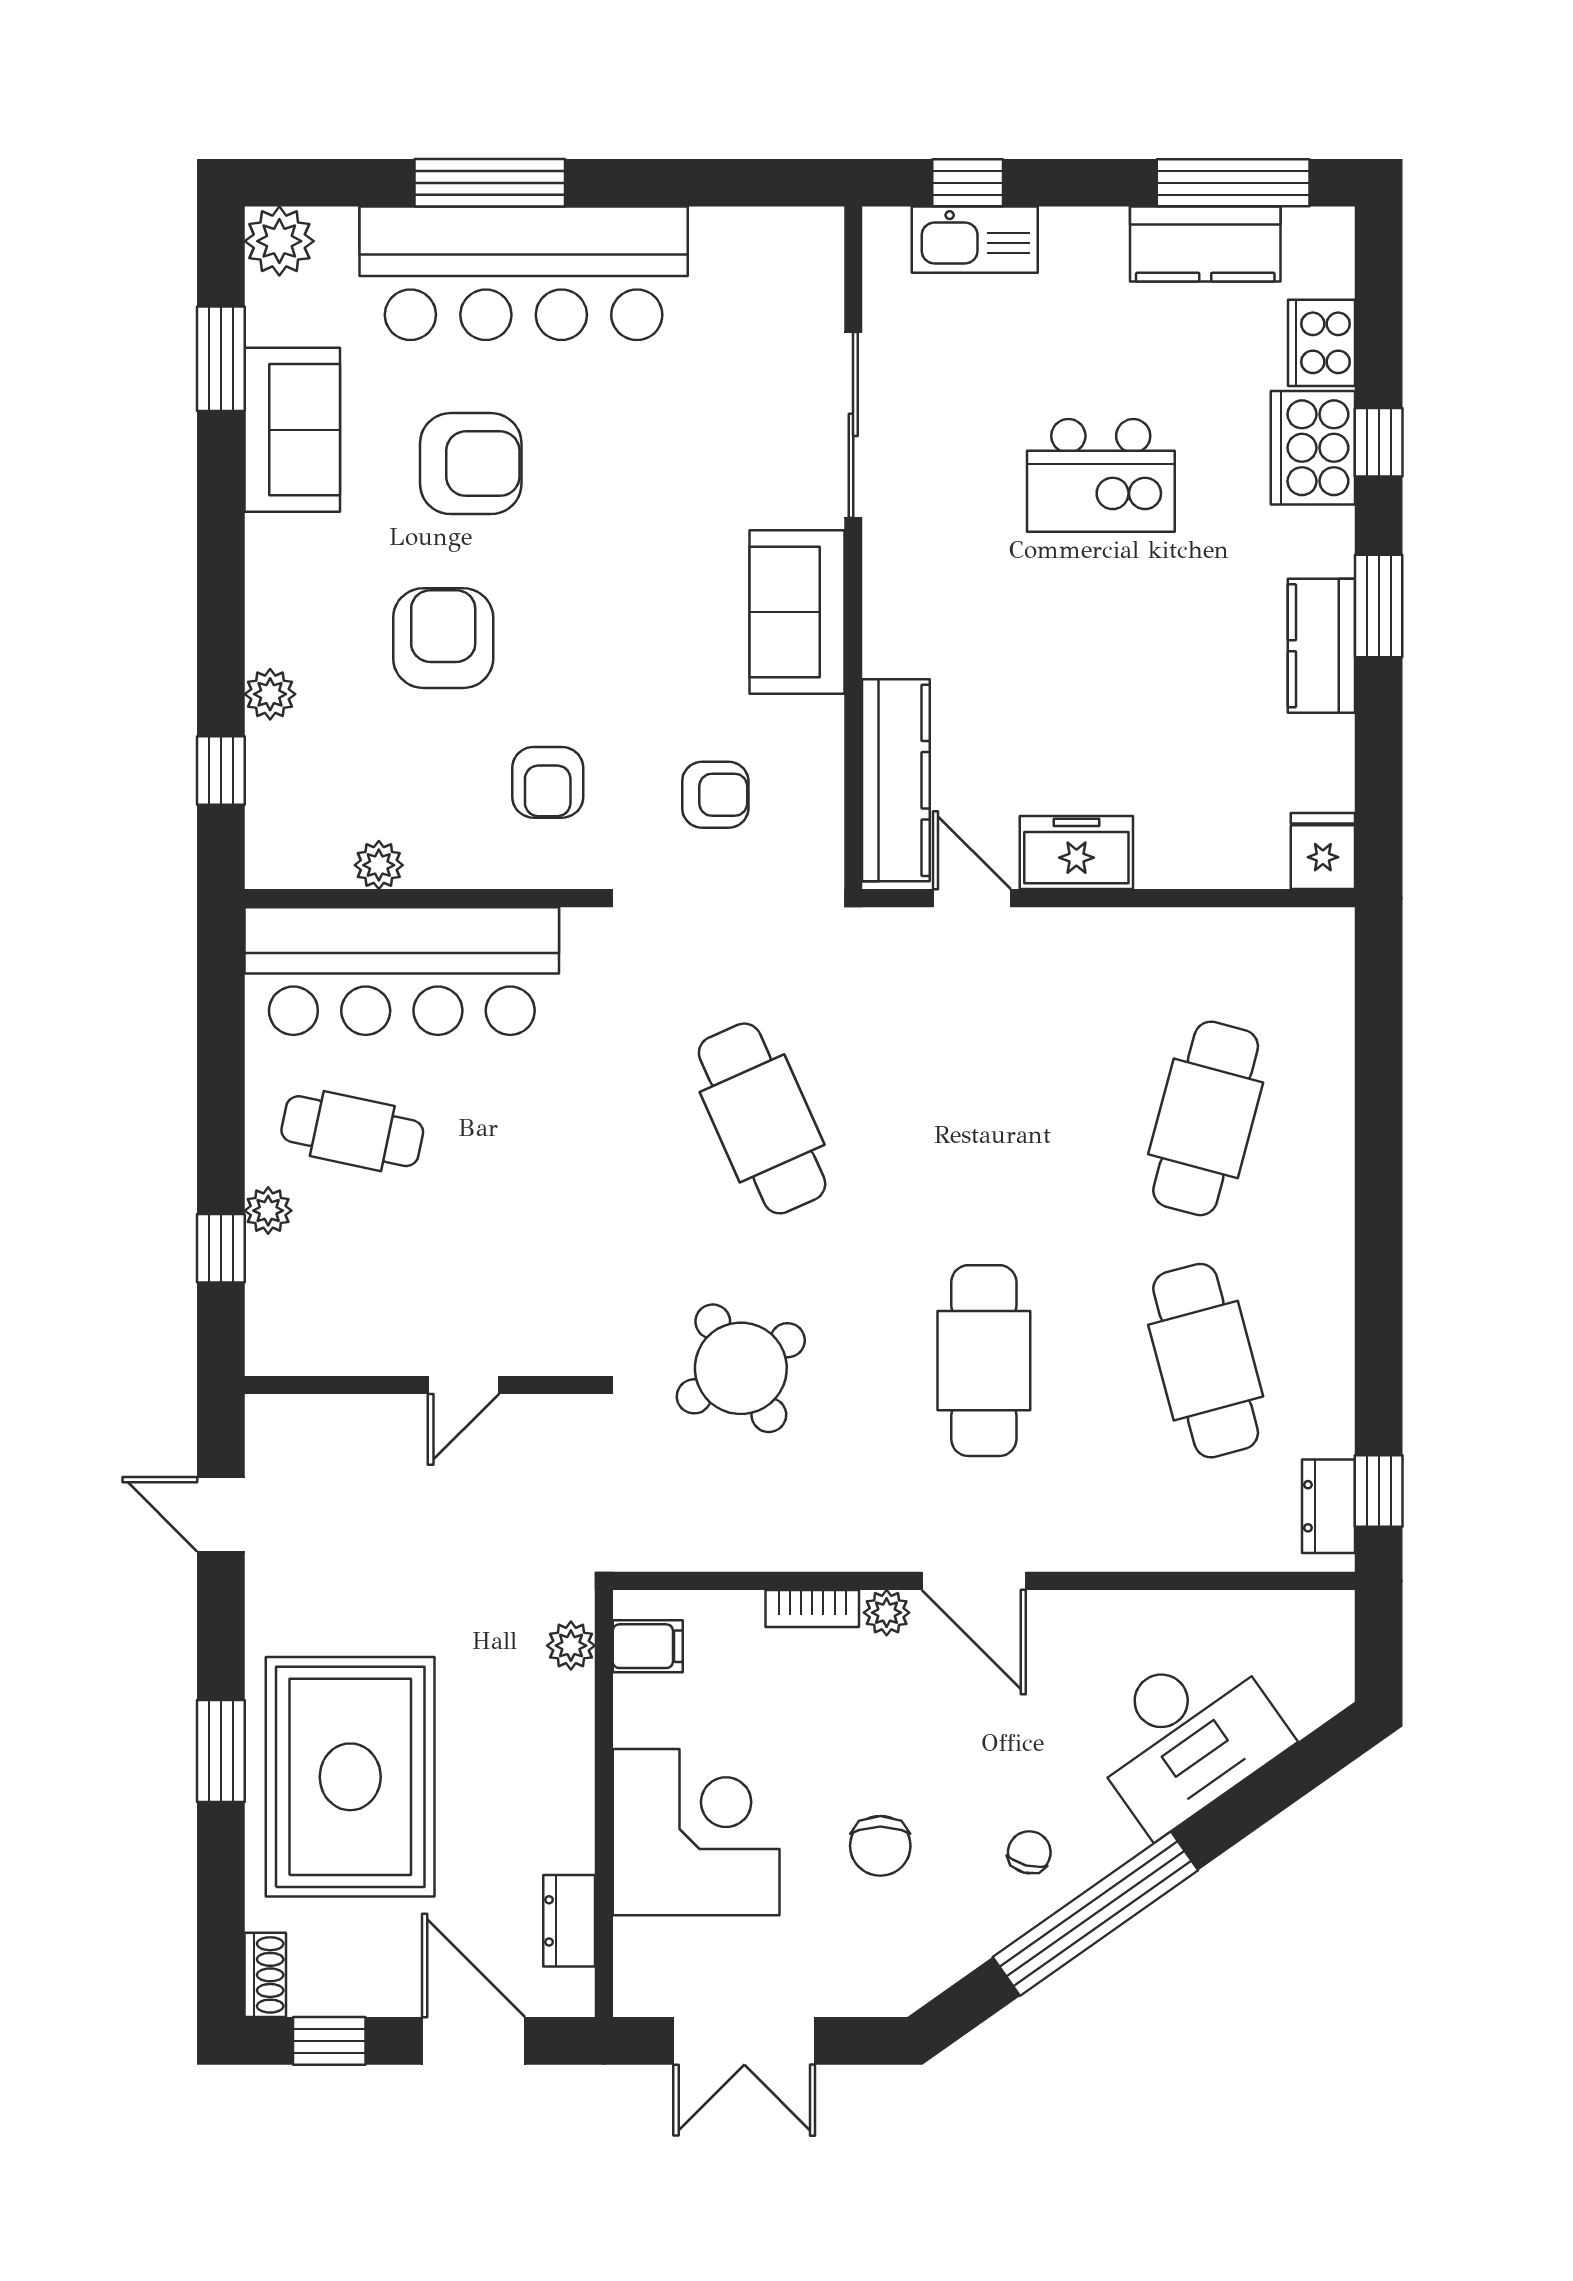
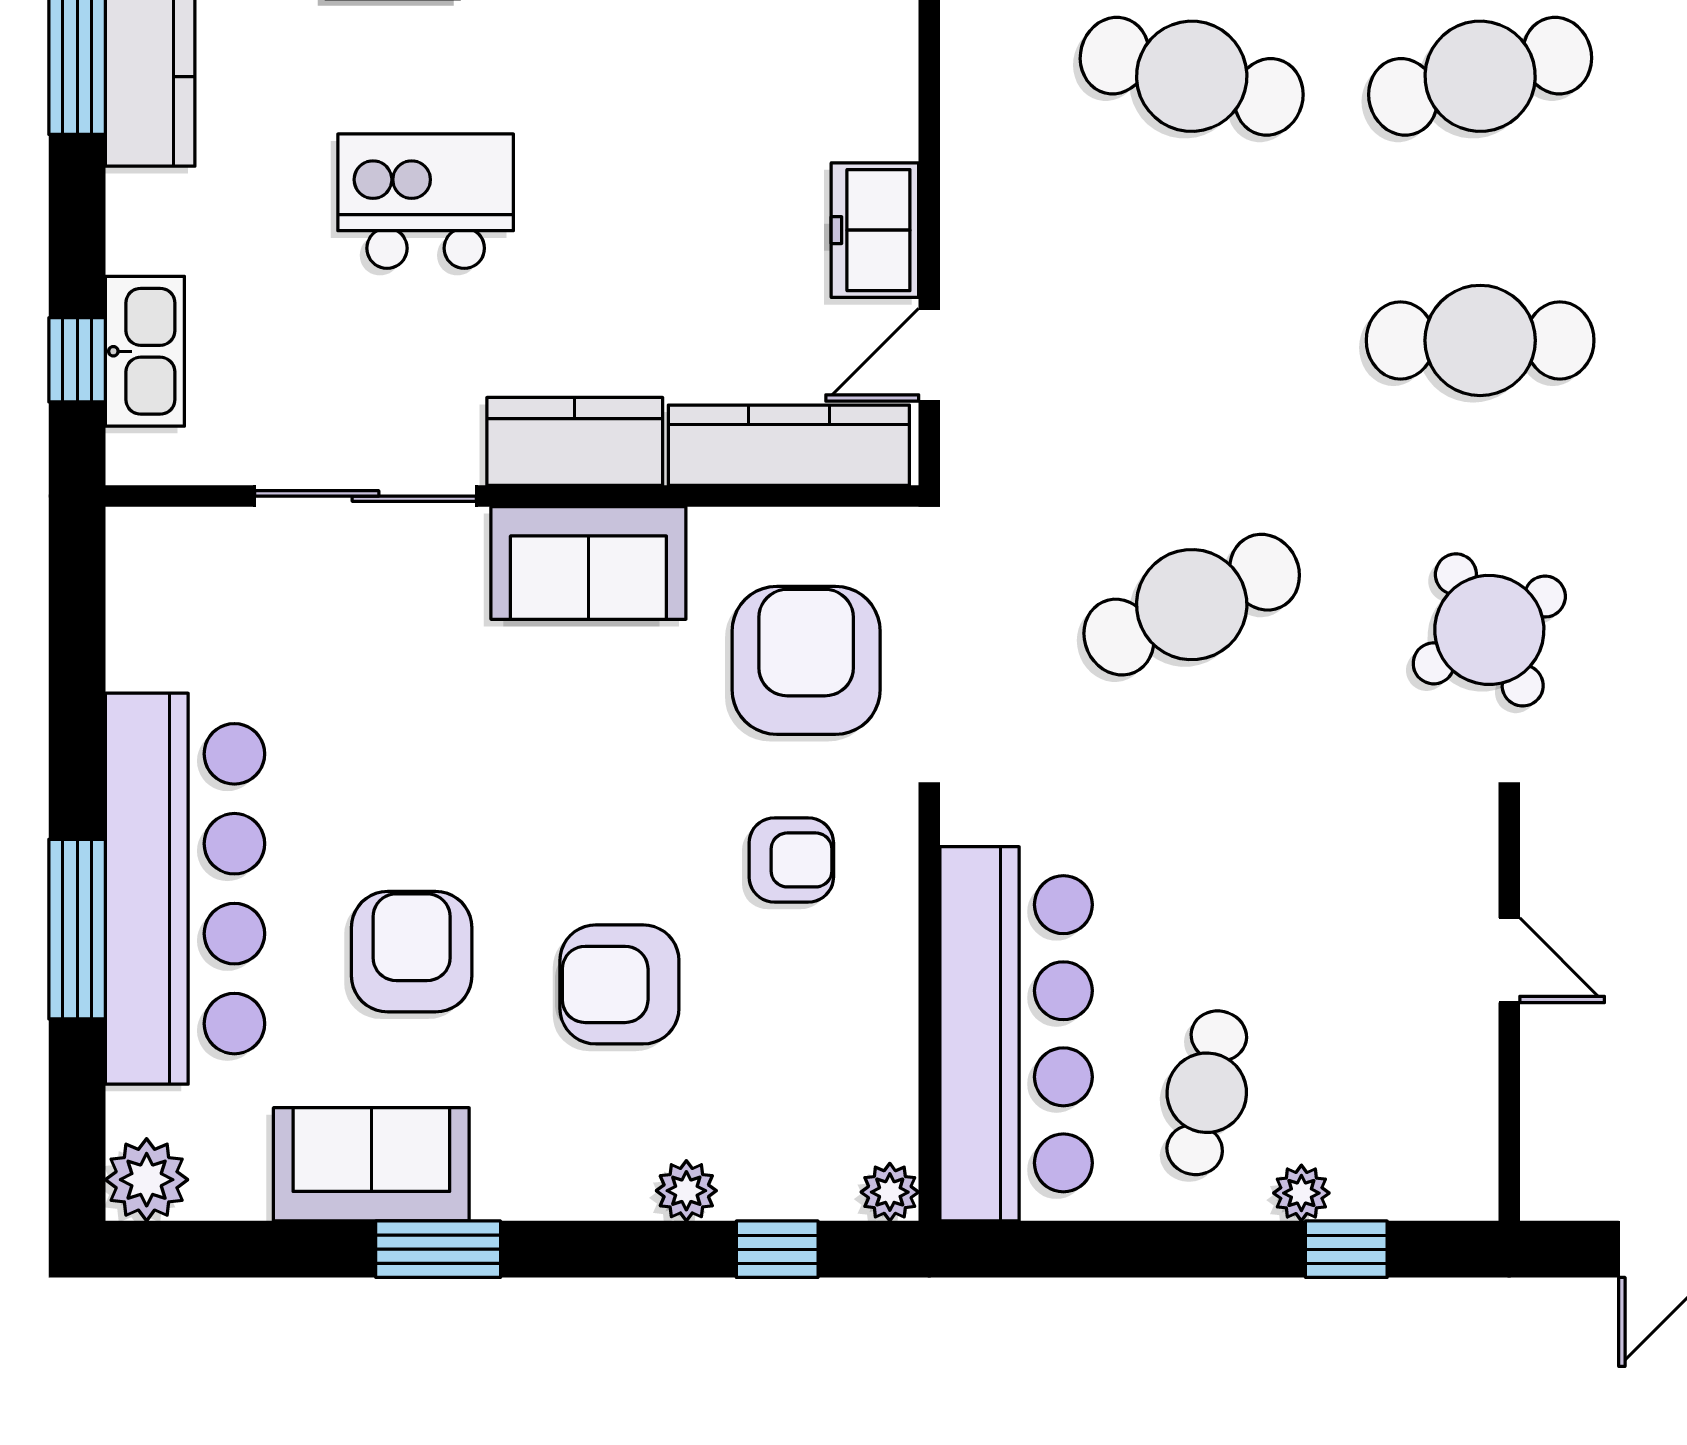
window: (221, 359) -> (438, 1249), moved
kitchen island: (1101, 475) -> (426, 201), turned -90
kitchen counter: (899, 601) -> (575, 441), added
armchair: (715, 795) -> (806, 660), width x1.88, depth x1.88
plant: (379, 865) -> (890, 1192), moved

